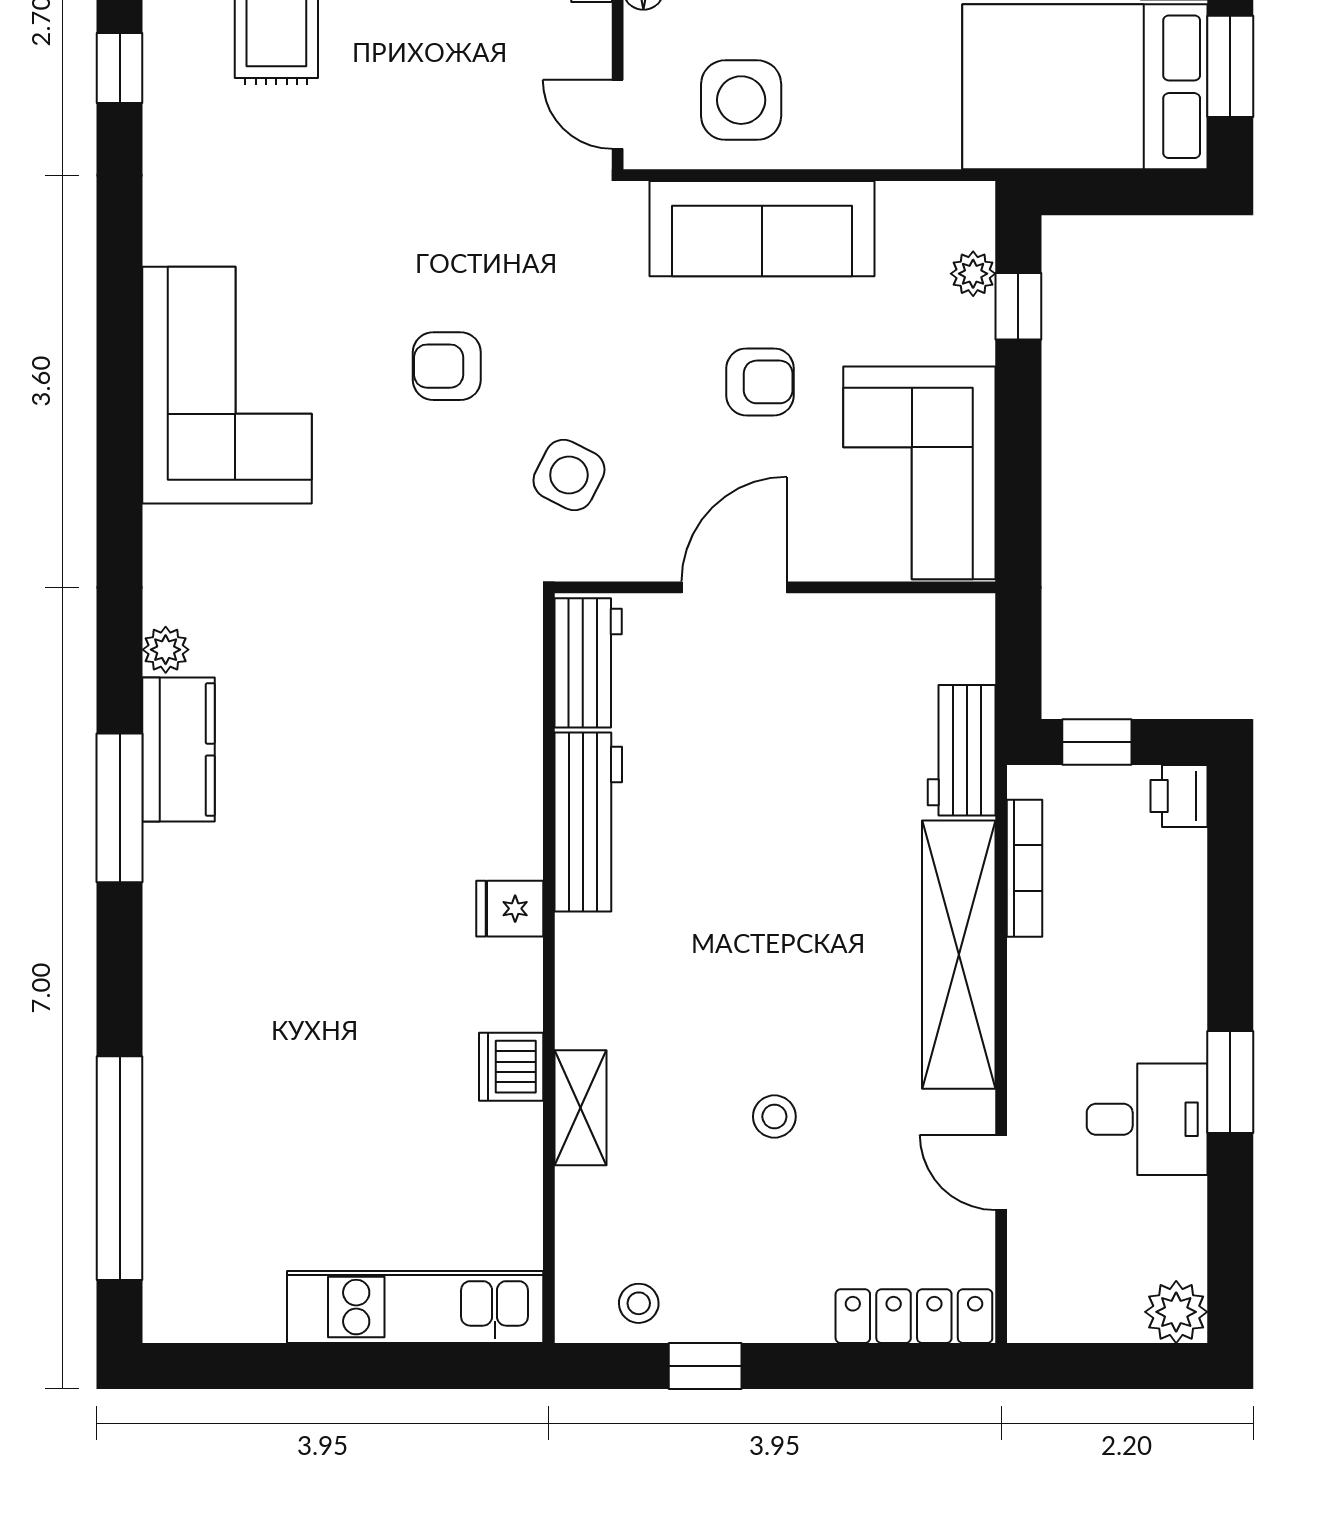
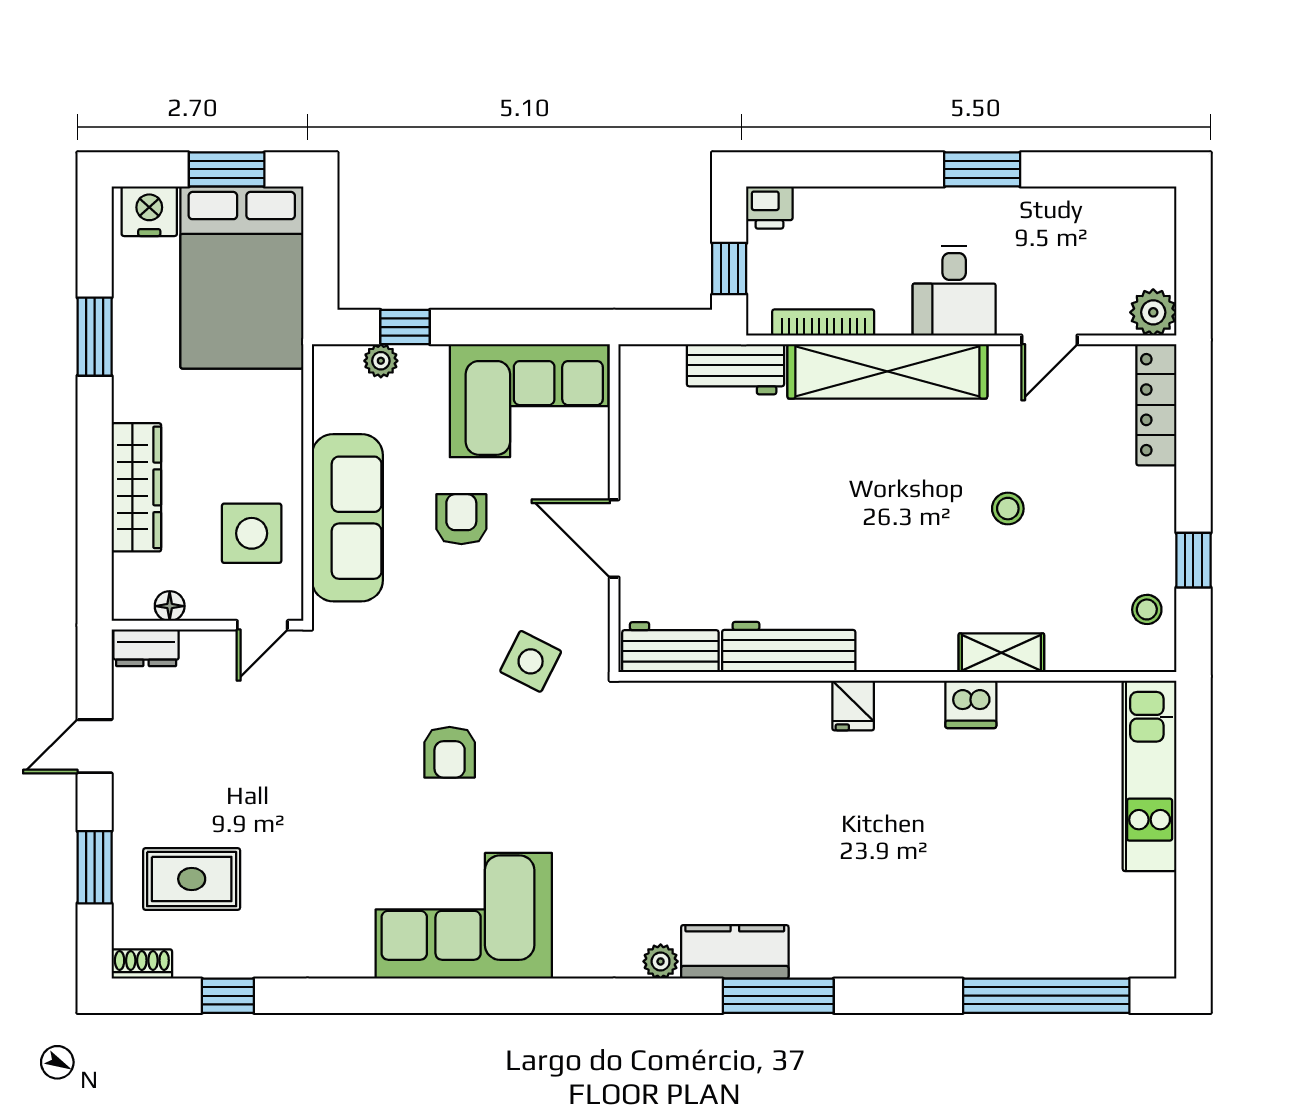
desk: (1147, 1119) -> (954, 291), moved, turned 180
plant: (1176, 1312) -> (1153, 312), moved

